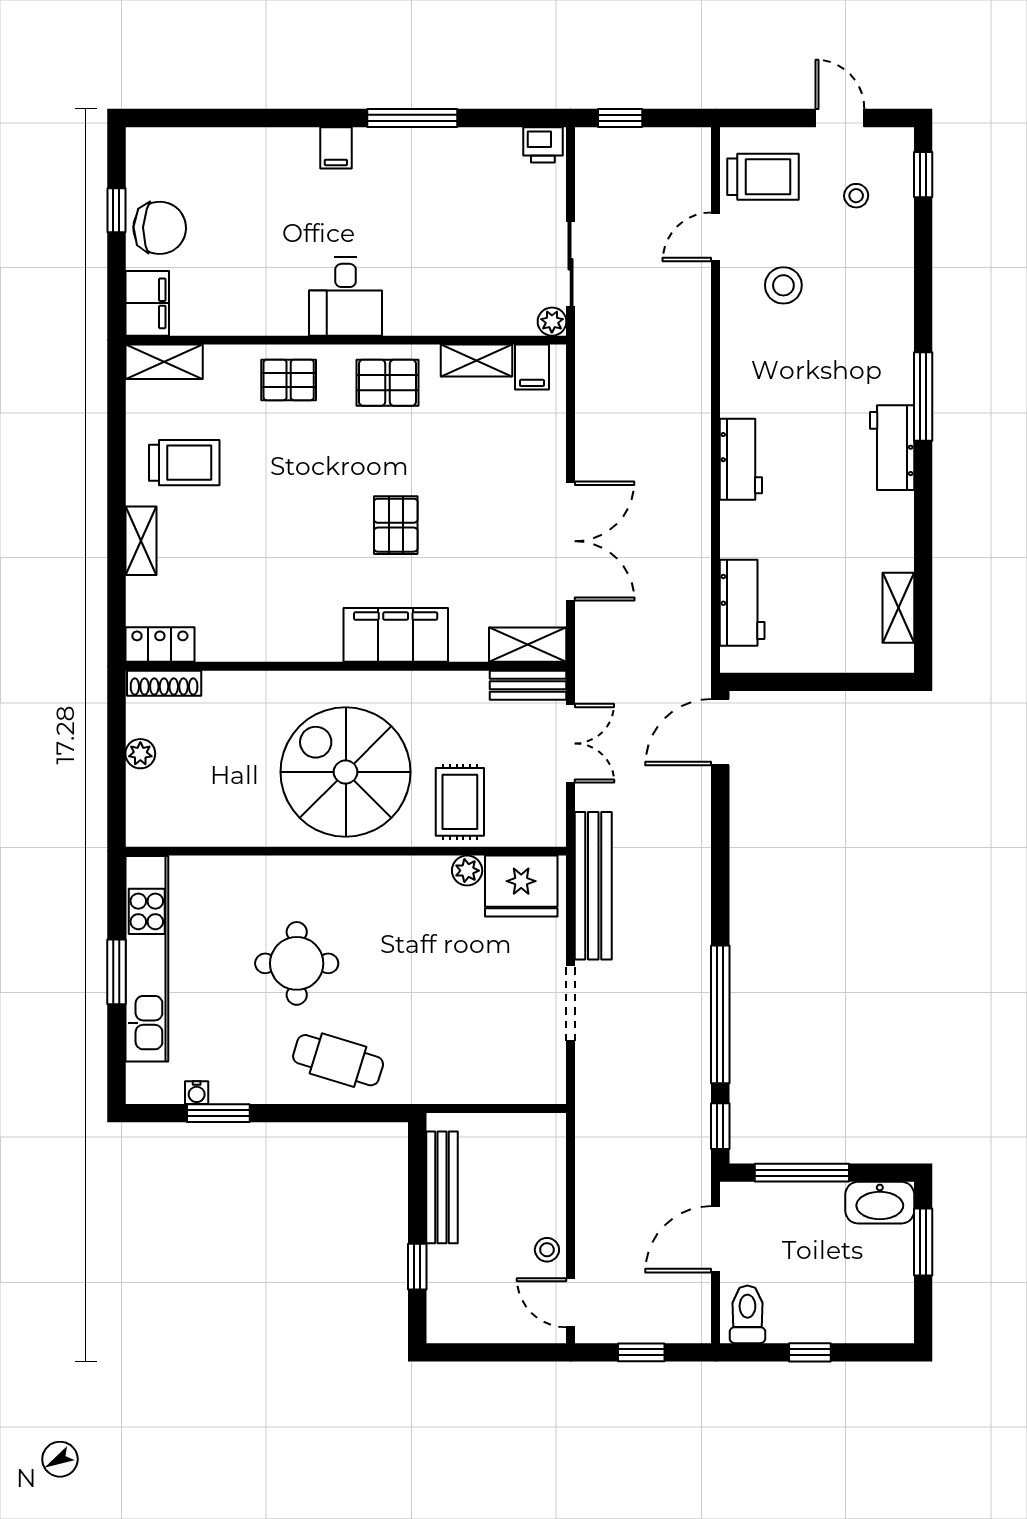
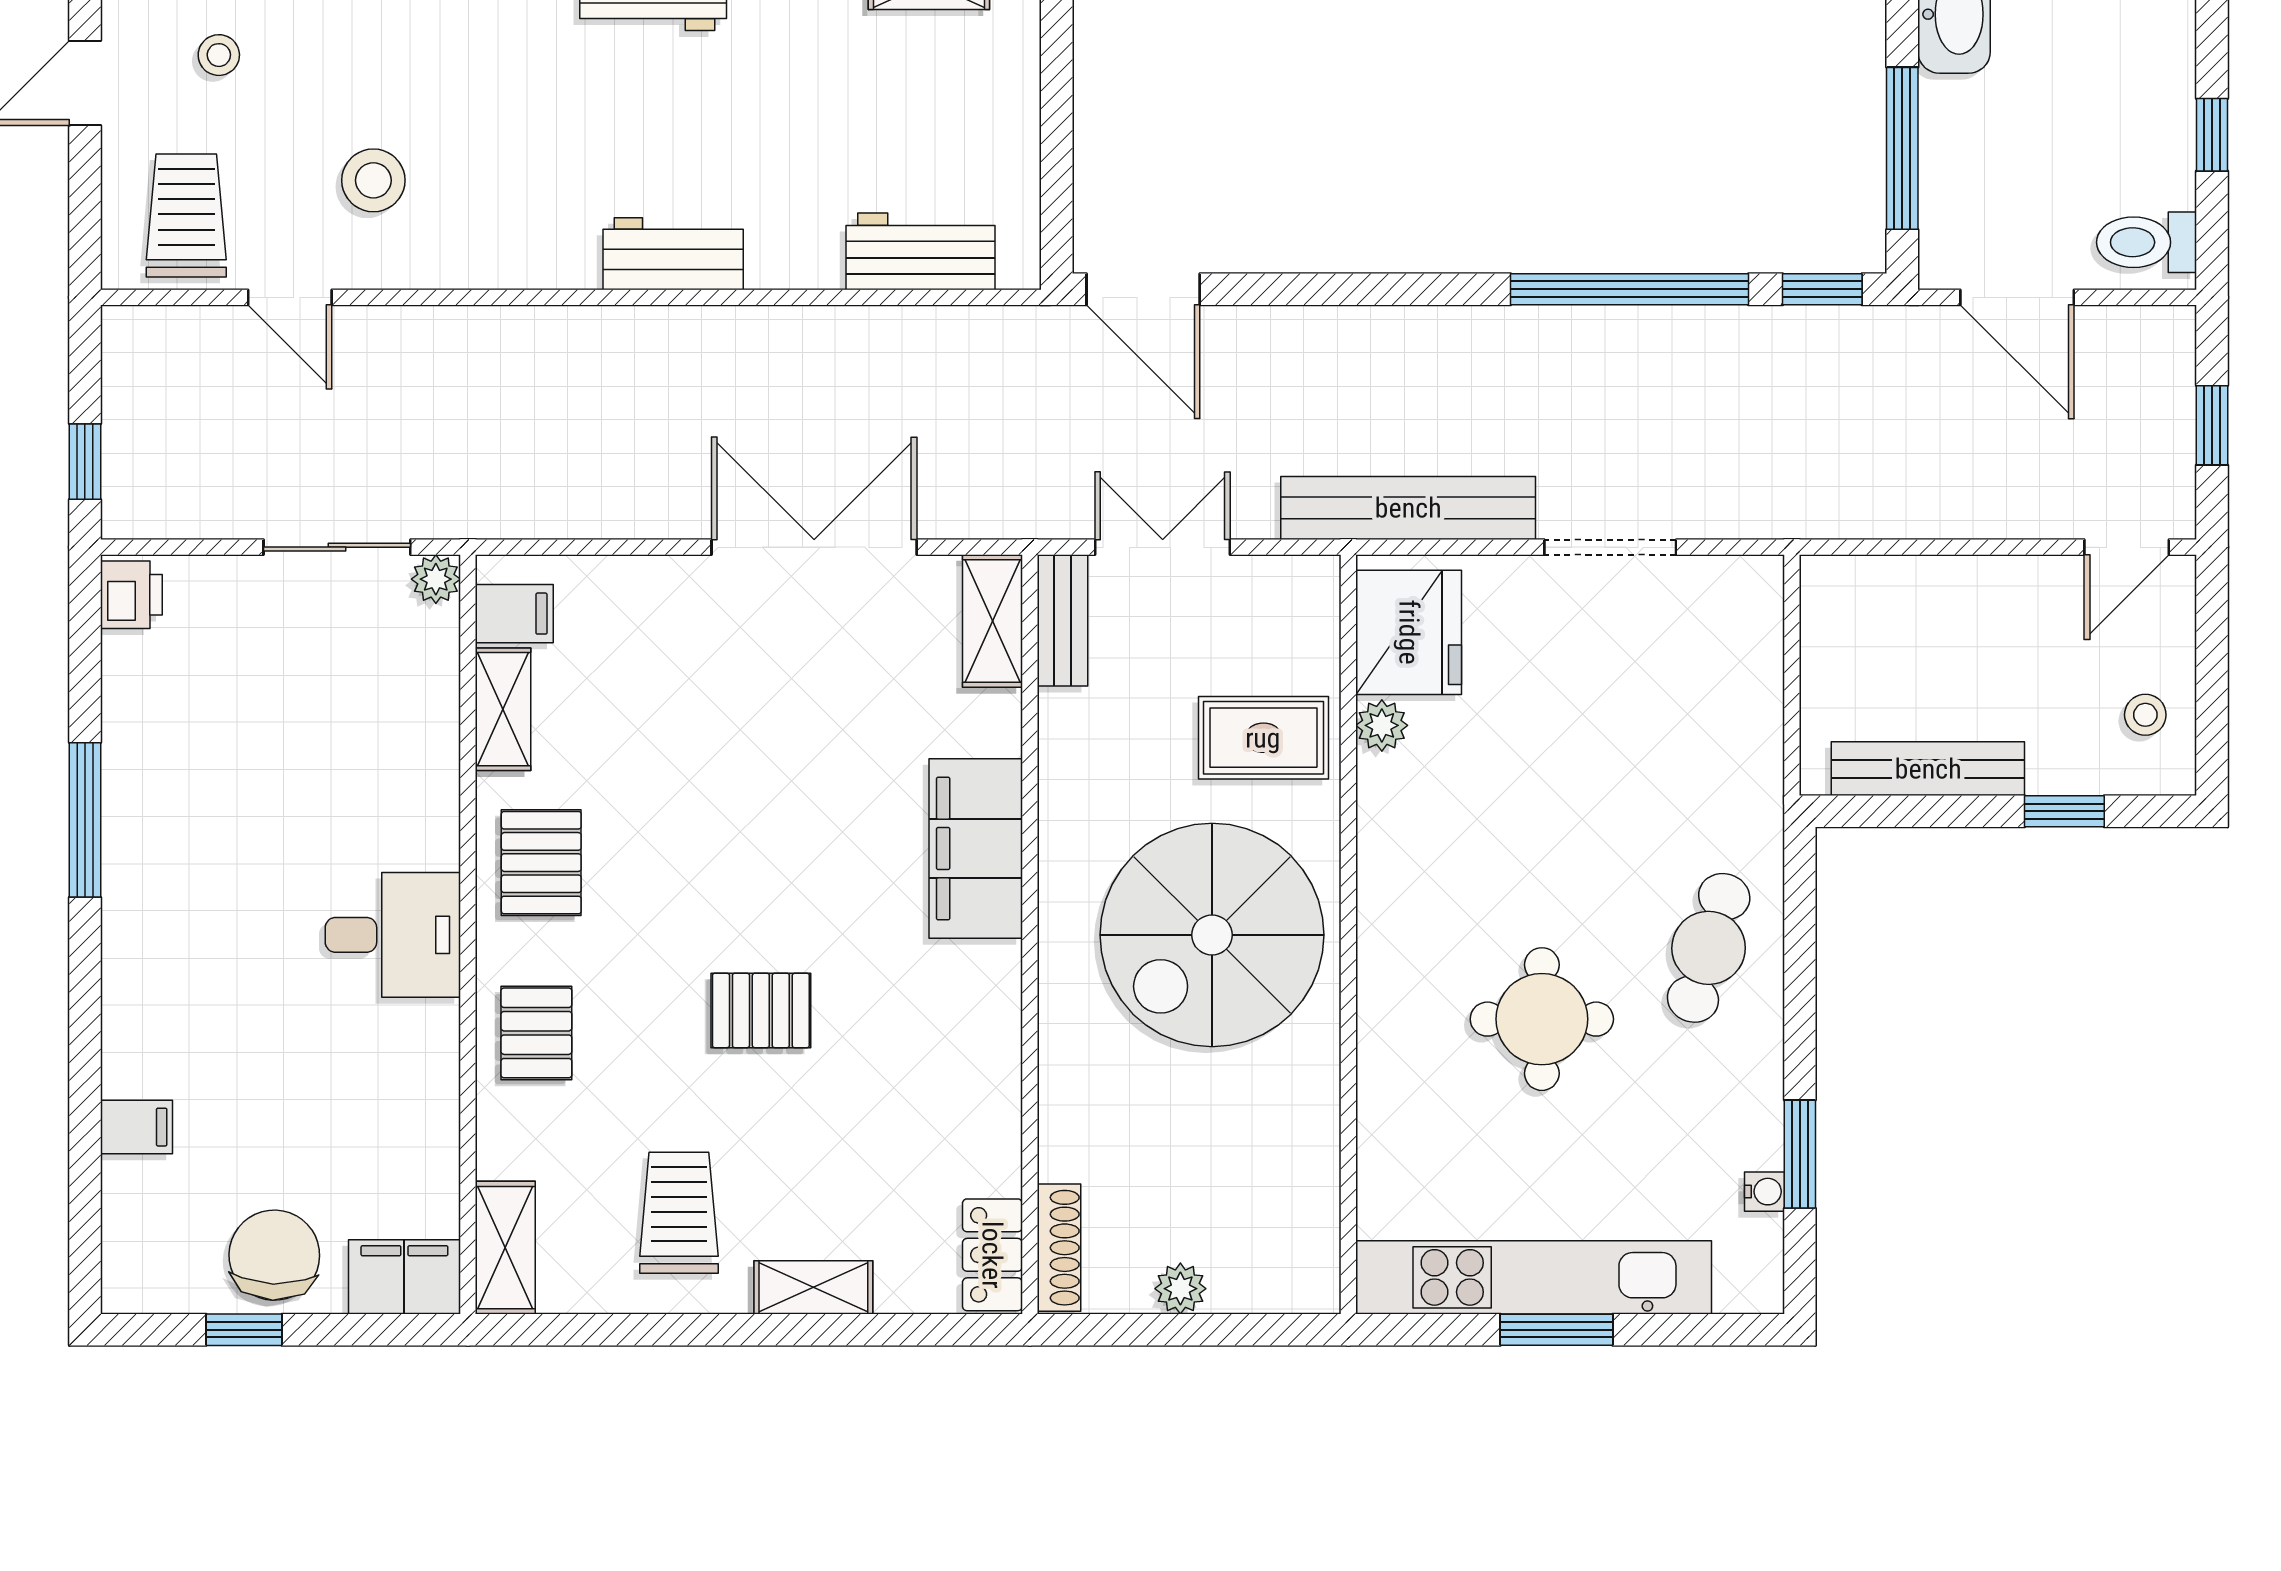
filing cabinet: (336, 148) -> (137, 1127), moved
pallet: (396, 525) -> (761, 1010), moved
stool: (547, 1250) -> (2145, 715), moved

